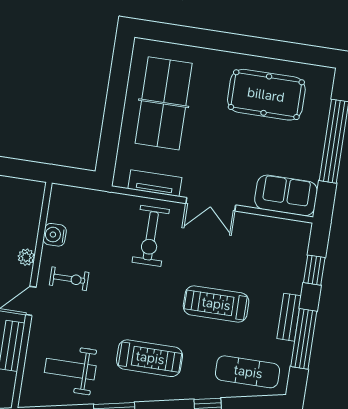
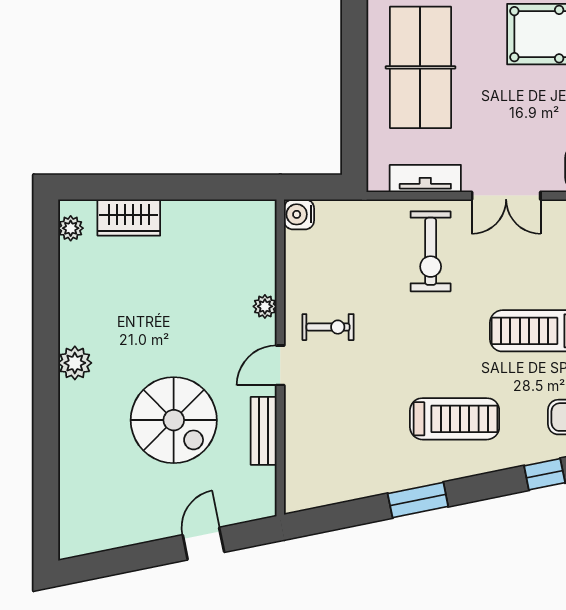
water cooler: (55, 235) -> (299, 214), moved
weight bench: (70, 369) -> (349, 450), removed

